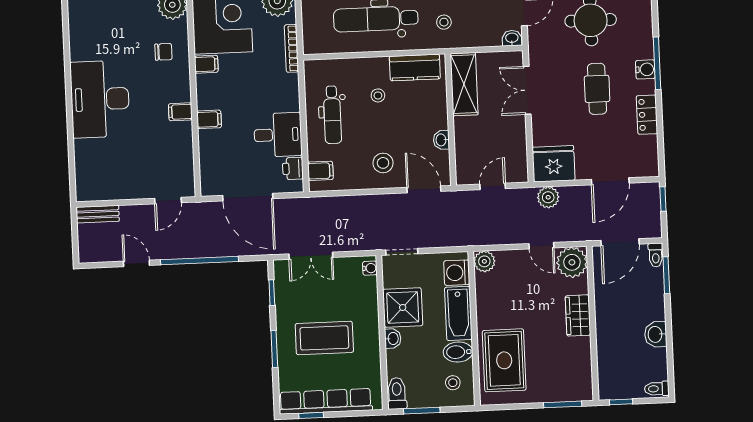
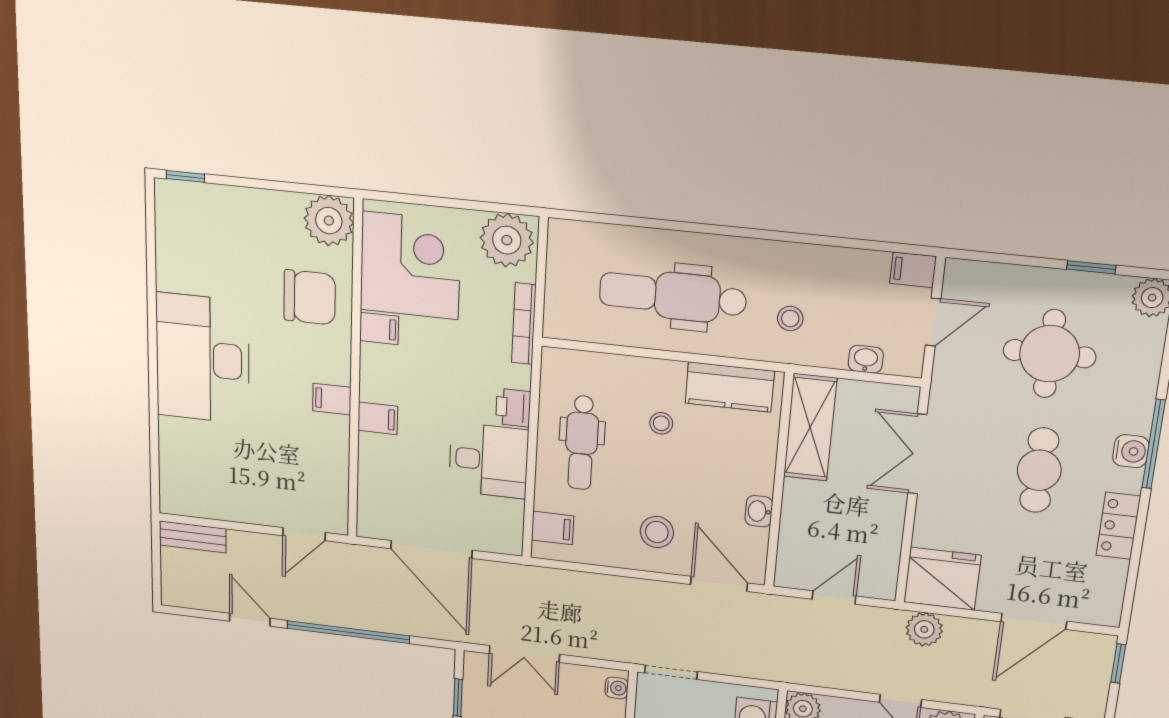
washbasin: (512, 38) -> (866, 359), moved
chair: (163, 52) -> (310, 297), width x1.87, depth x1.87
printer: (293, 169) -> (513, 408), moved

